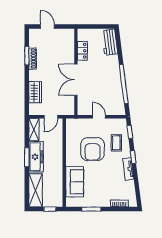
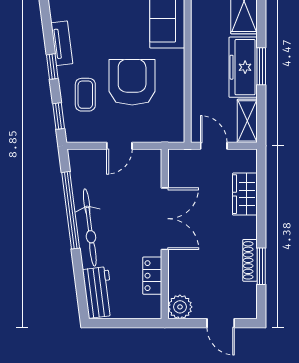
plant: (68, 35) -> (180, 307), added
bicycle: (114, 75) -> (90, 227), added
door: (51, 117) -> (214, 146), hinge flipped
door: (99, 117) -> (119, 146), hinge flipped

